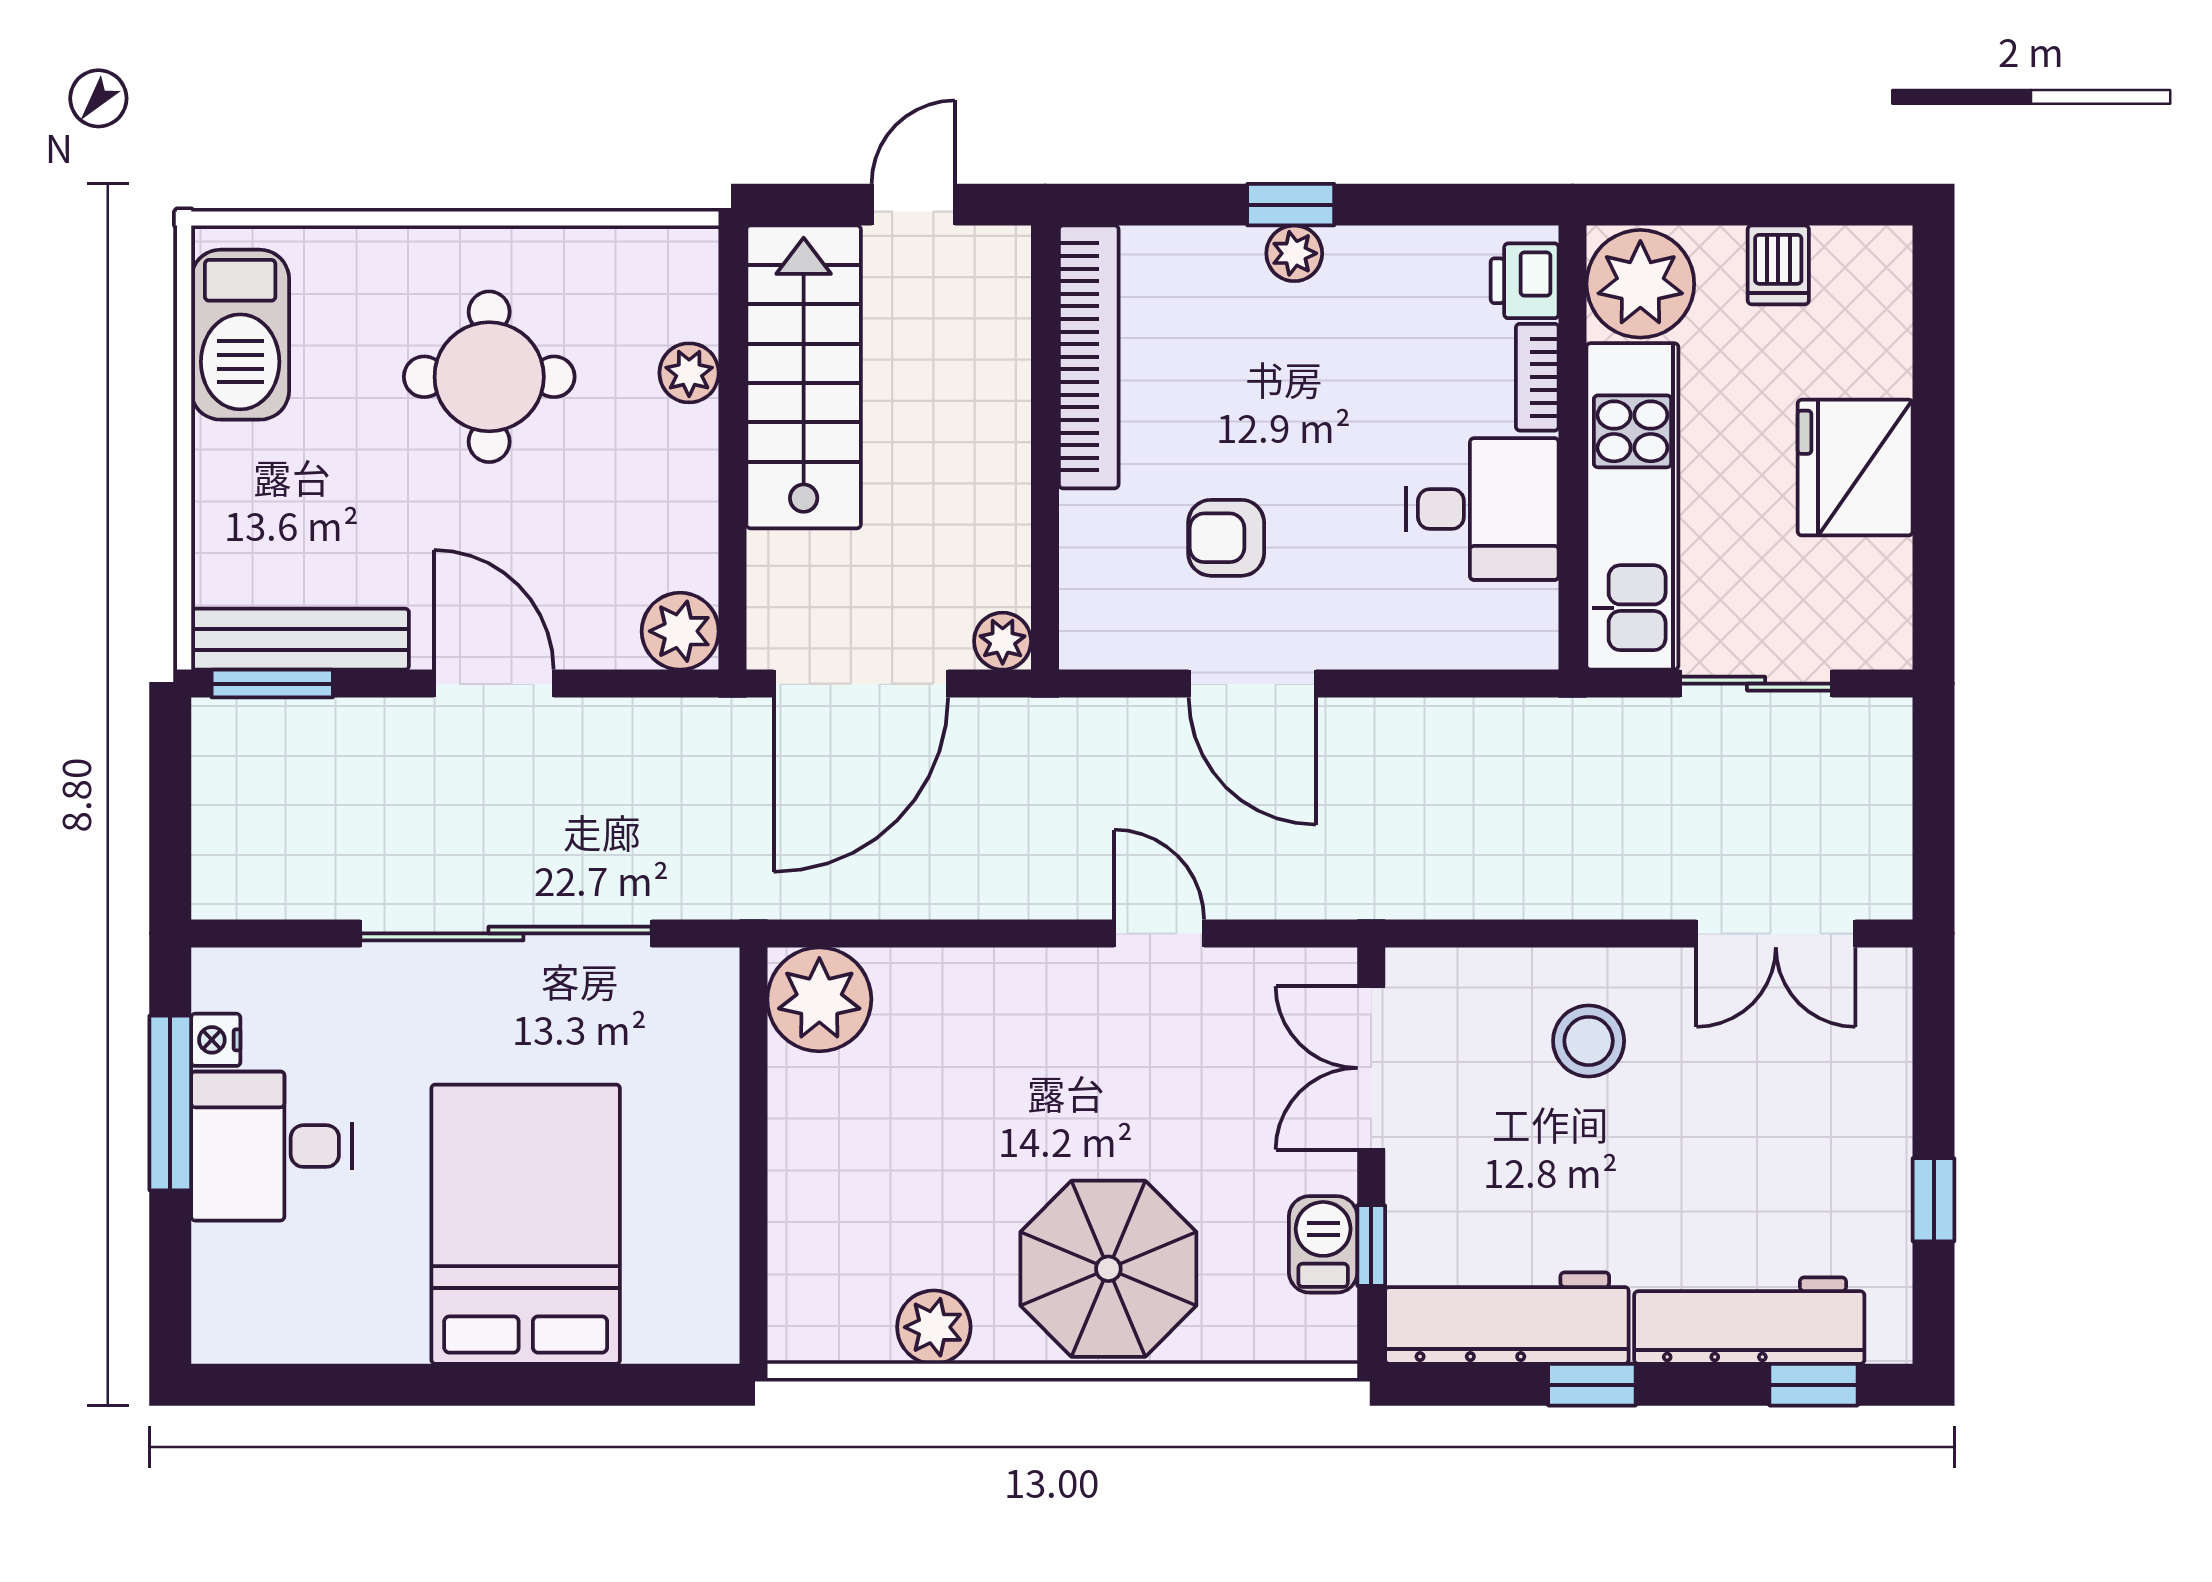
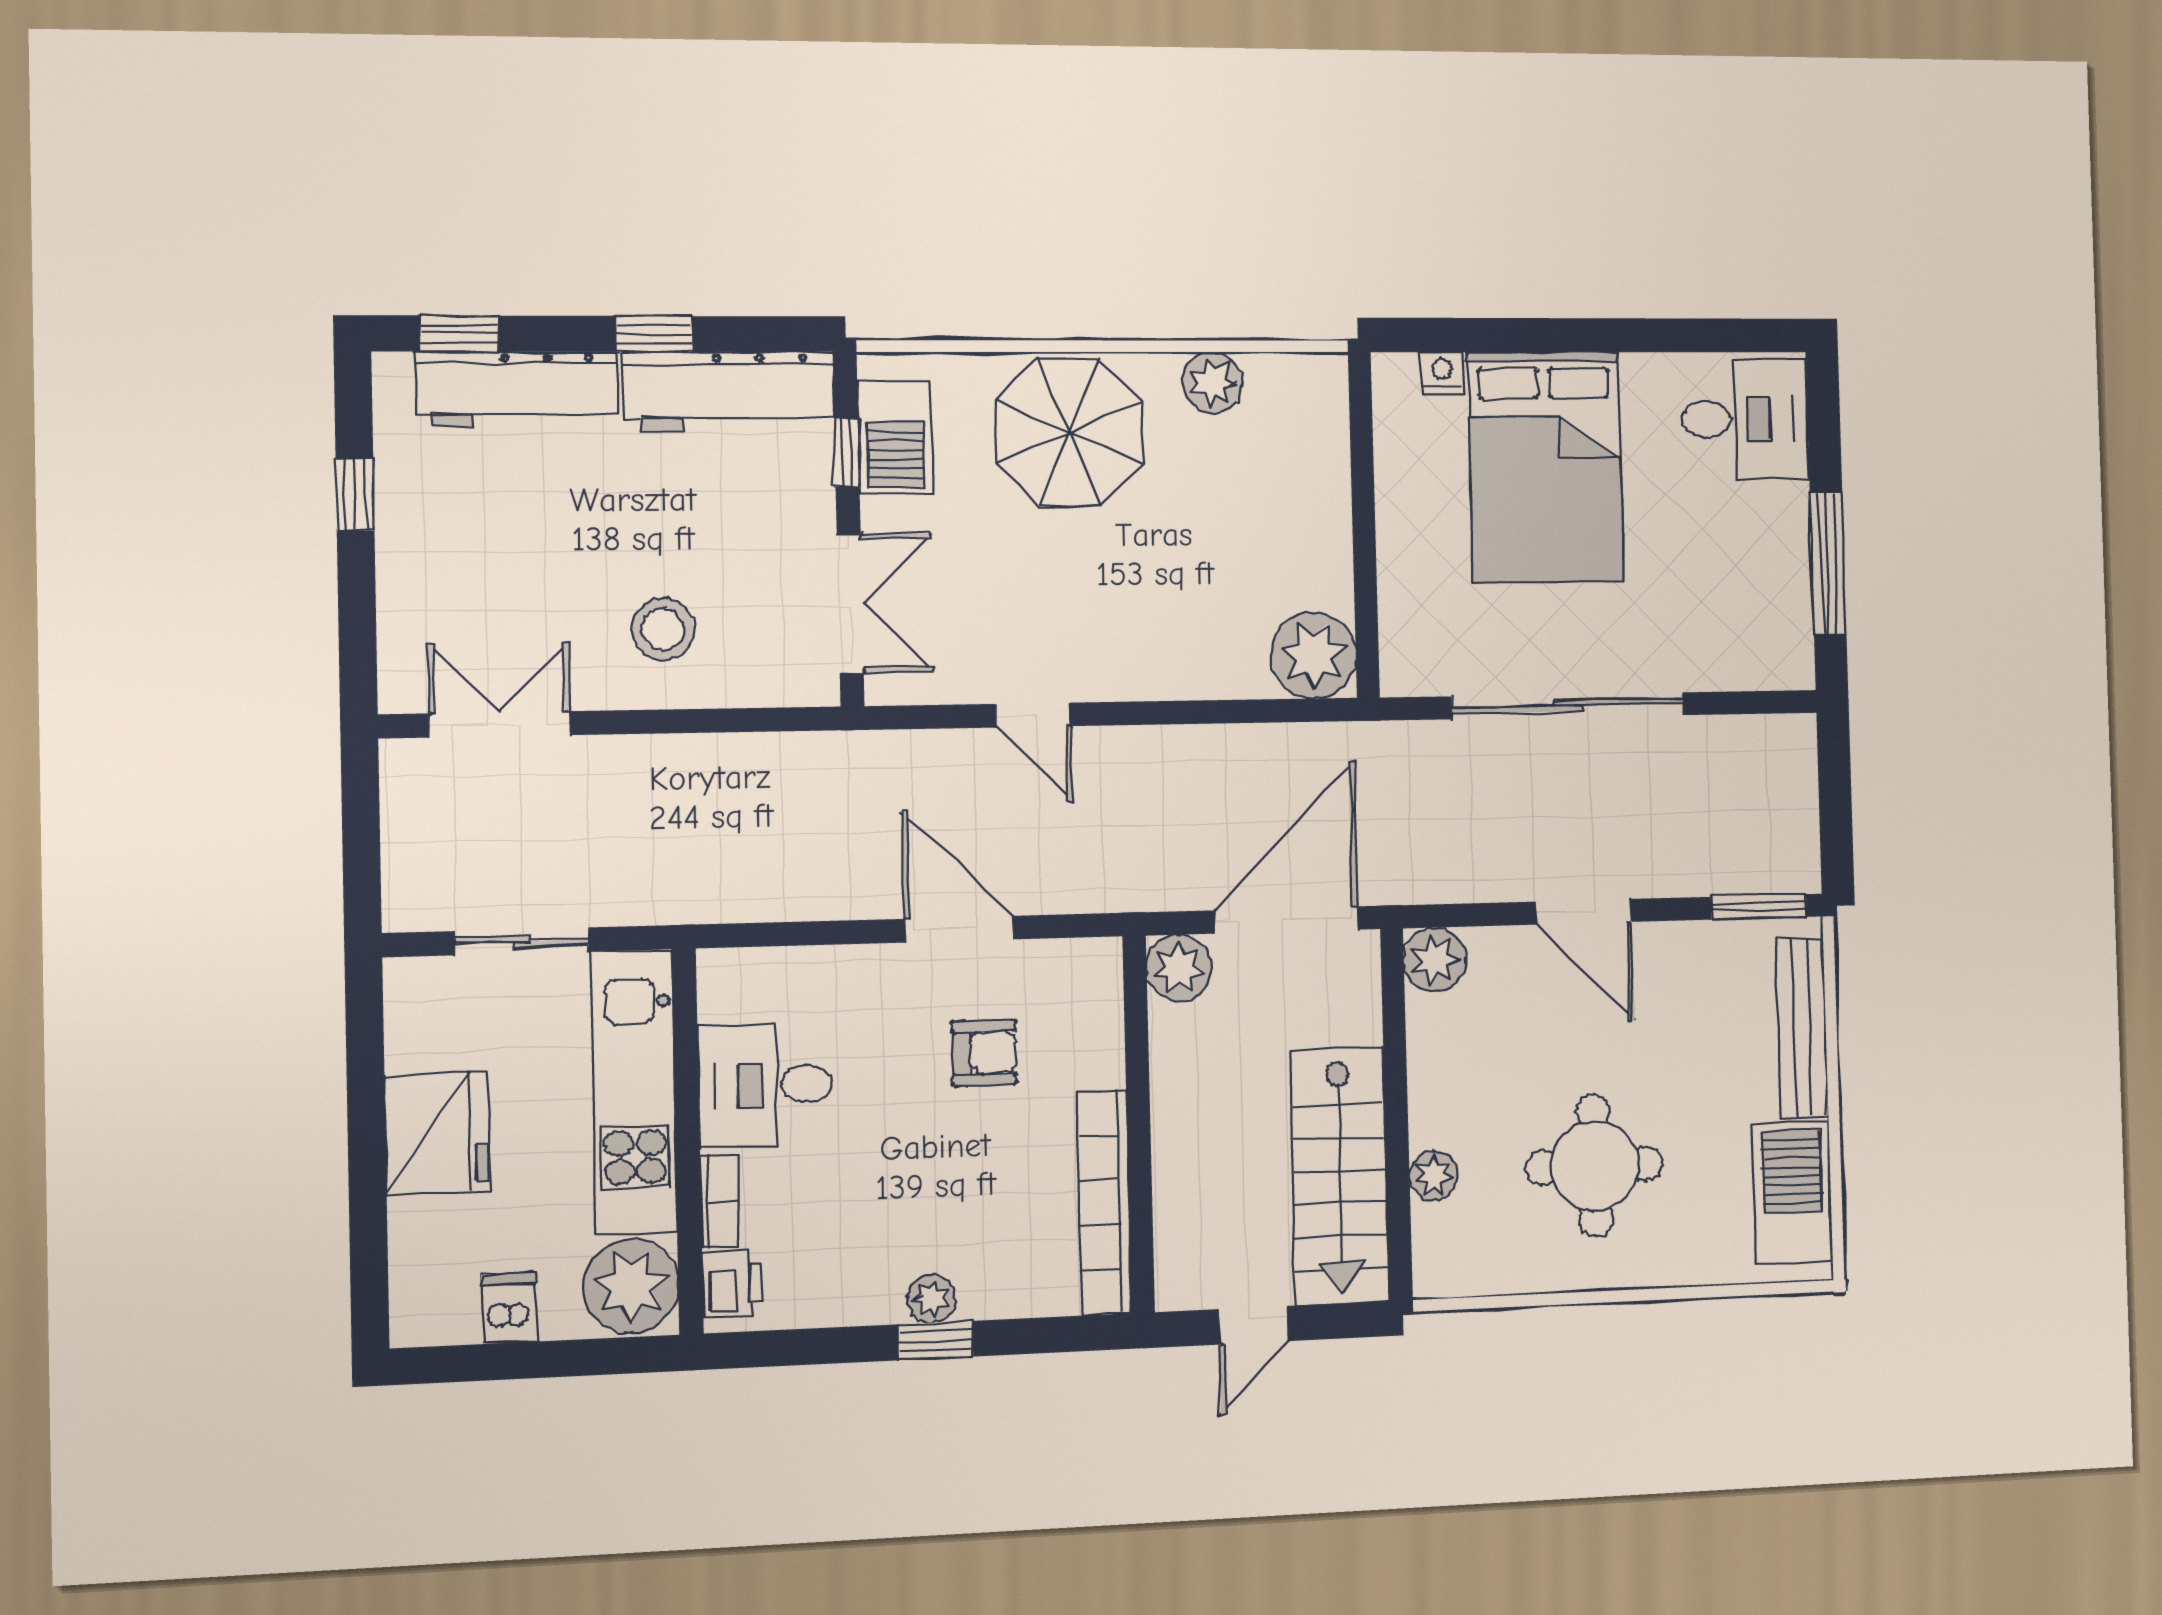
bench: (300, 639) -> (1802, 1028), moved, turned 90
plant: (1003, 641) -> (1179, 968), width x1.38, depth x1.38
nightstand: (216, 1040) -> (1442, 372), moved, turned -90
desk: (271, 1146) -> (1745, 419), moved
barbecue: (1323, 1244) -> (895, 438), width x1.38, depth x1.27

